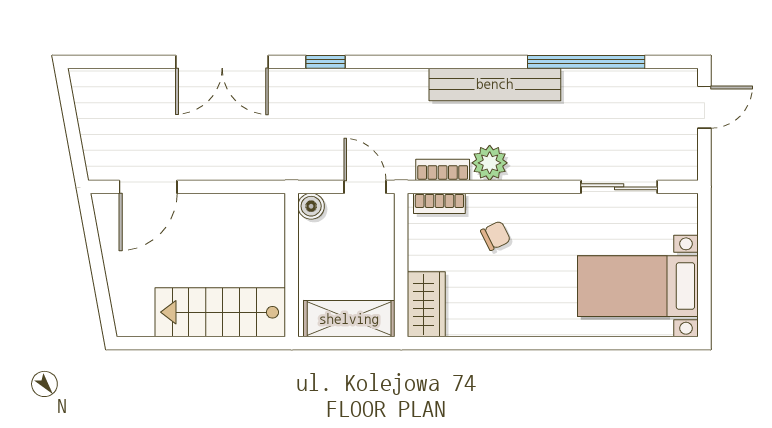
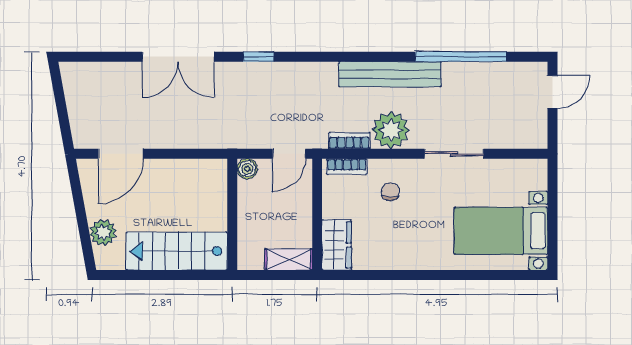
plant: (490, 163) -> (391, 130), width x1.36, depth x1.36
door: (365, 187) -> (289, 154), swing flipped
sliding door: (619, 187) -> (454, 154), moved
chair: (496, 236) -> (390, 192), turned -61
plant: (125, 288) -> (103, 233), added
shelving: (349, 319) -> (289, 260), width x0.67, depth x0.75

